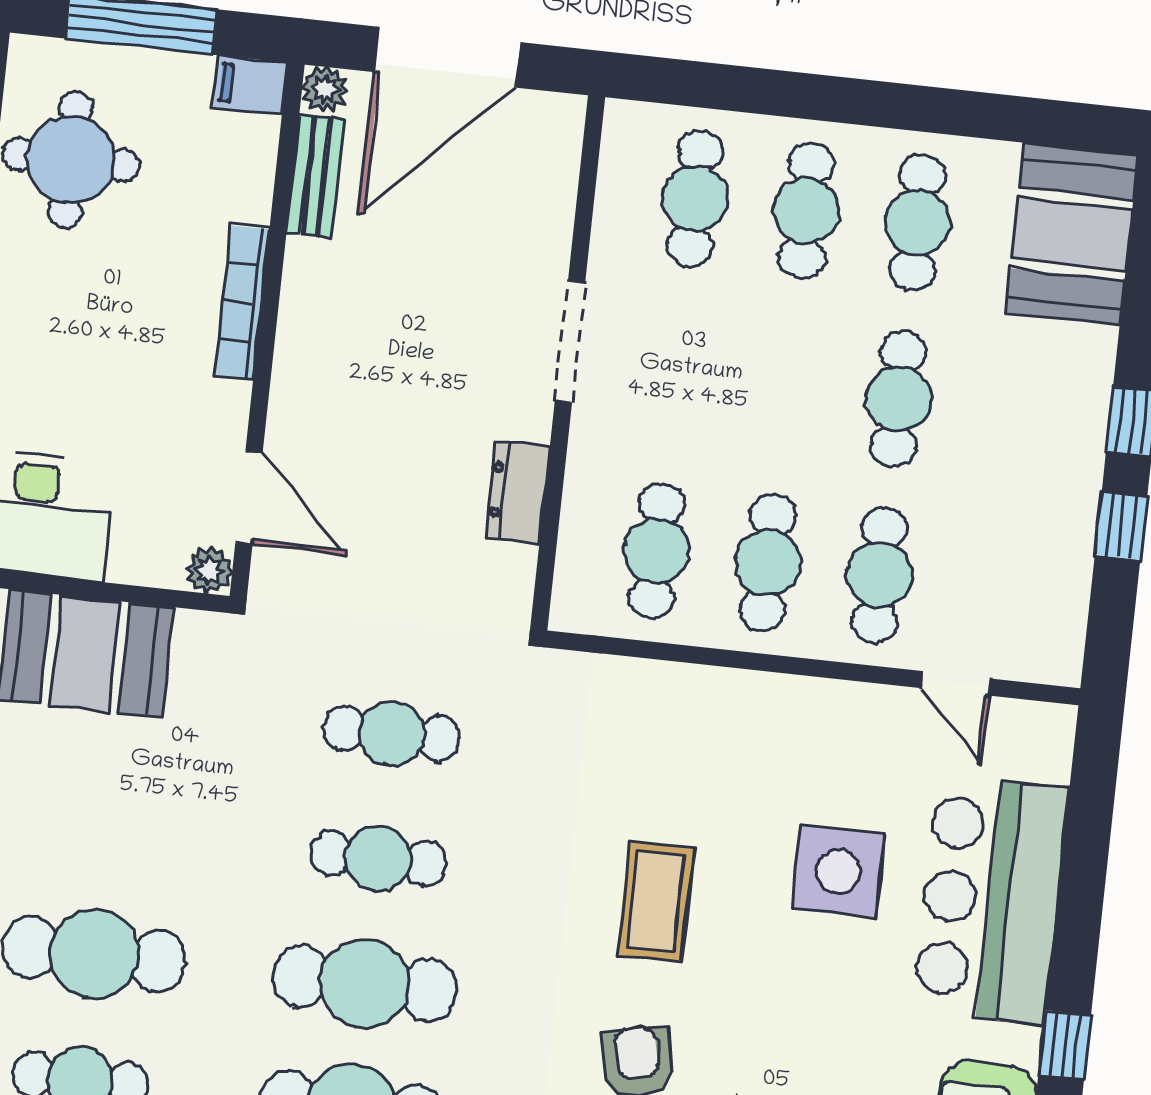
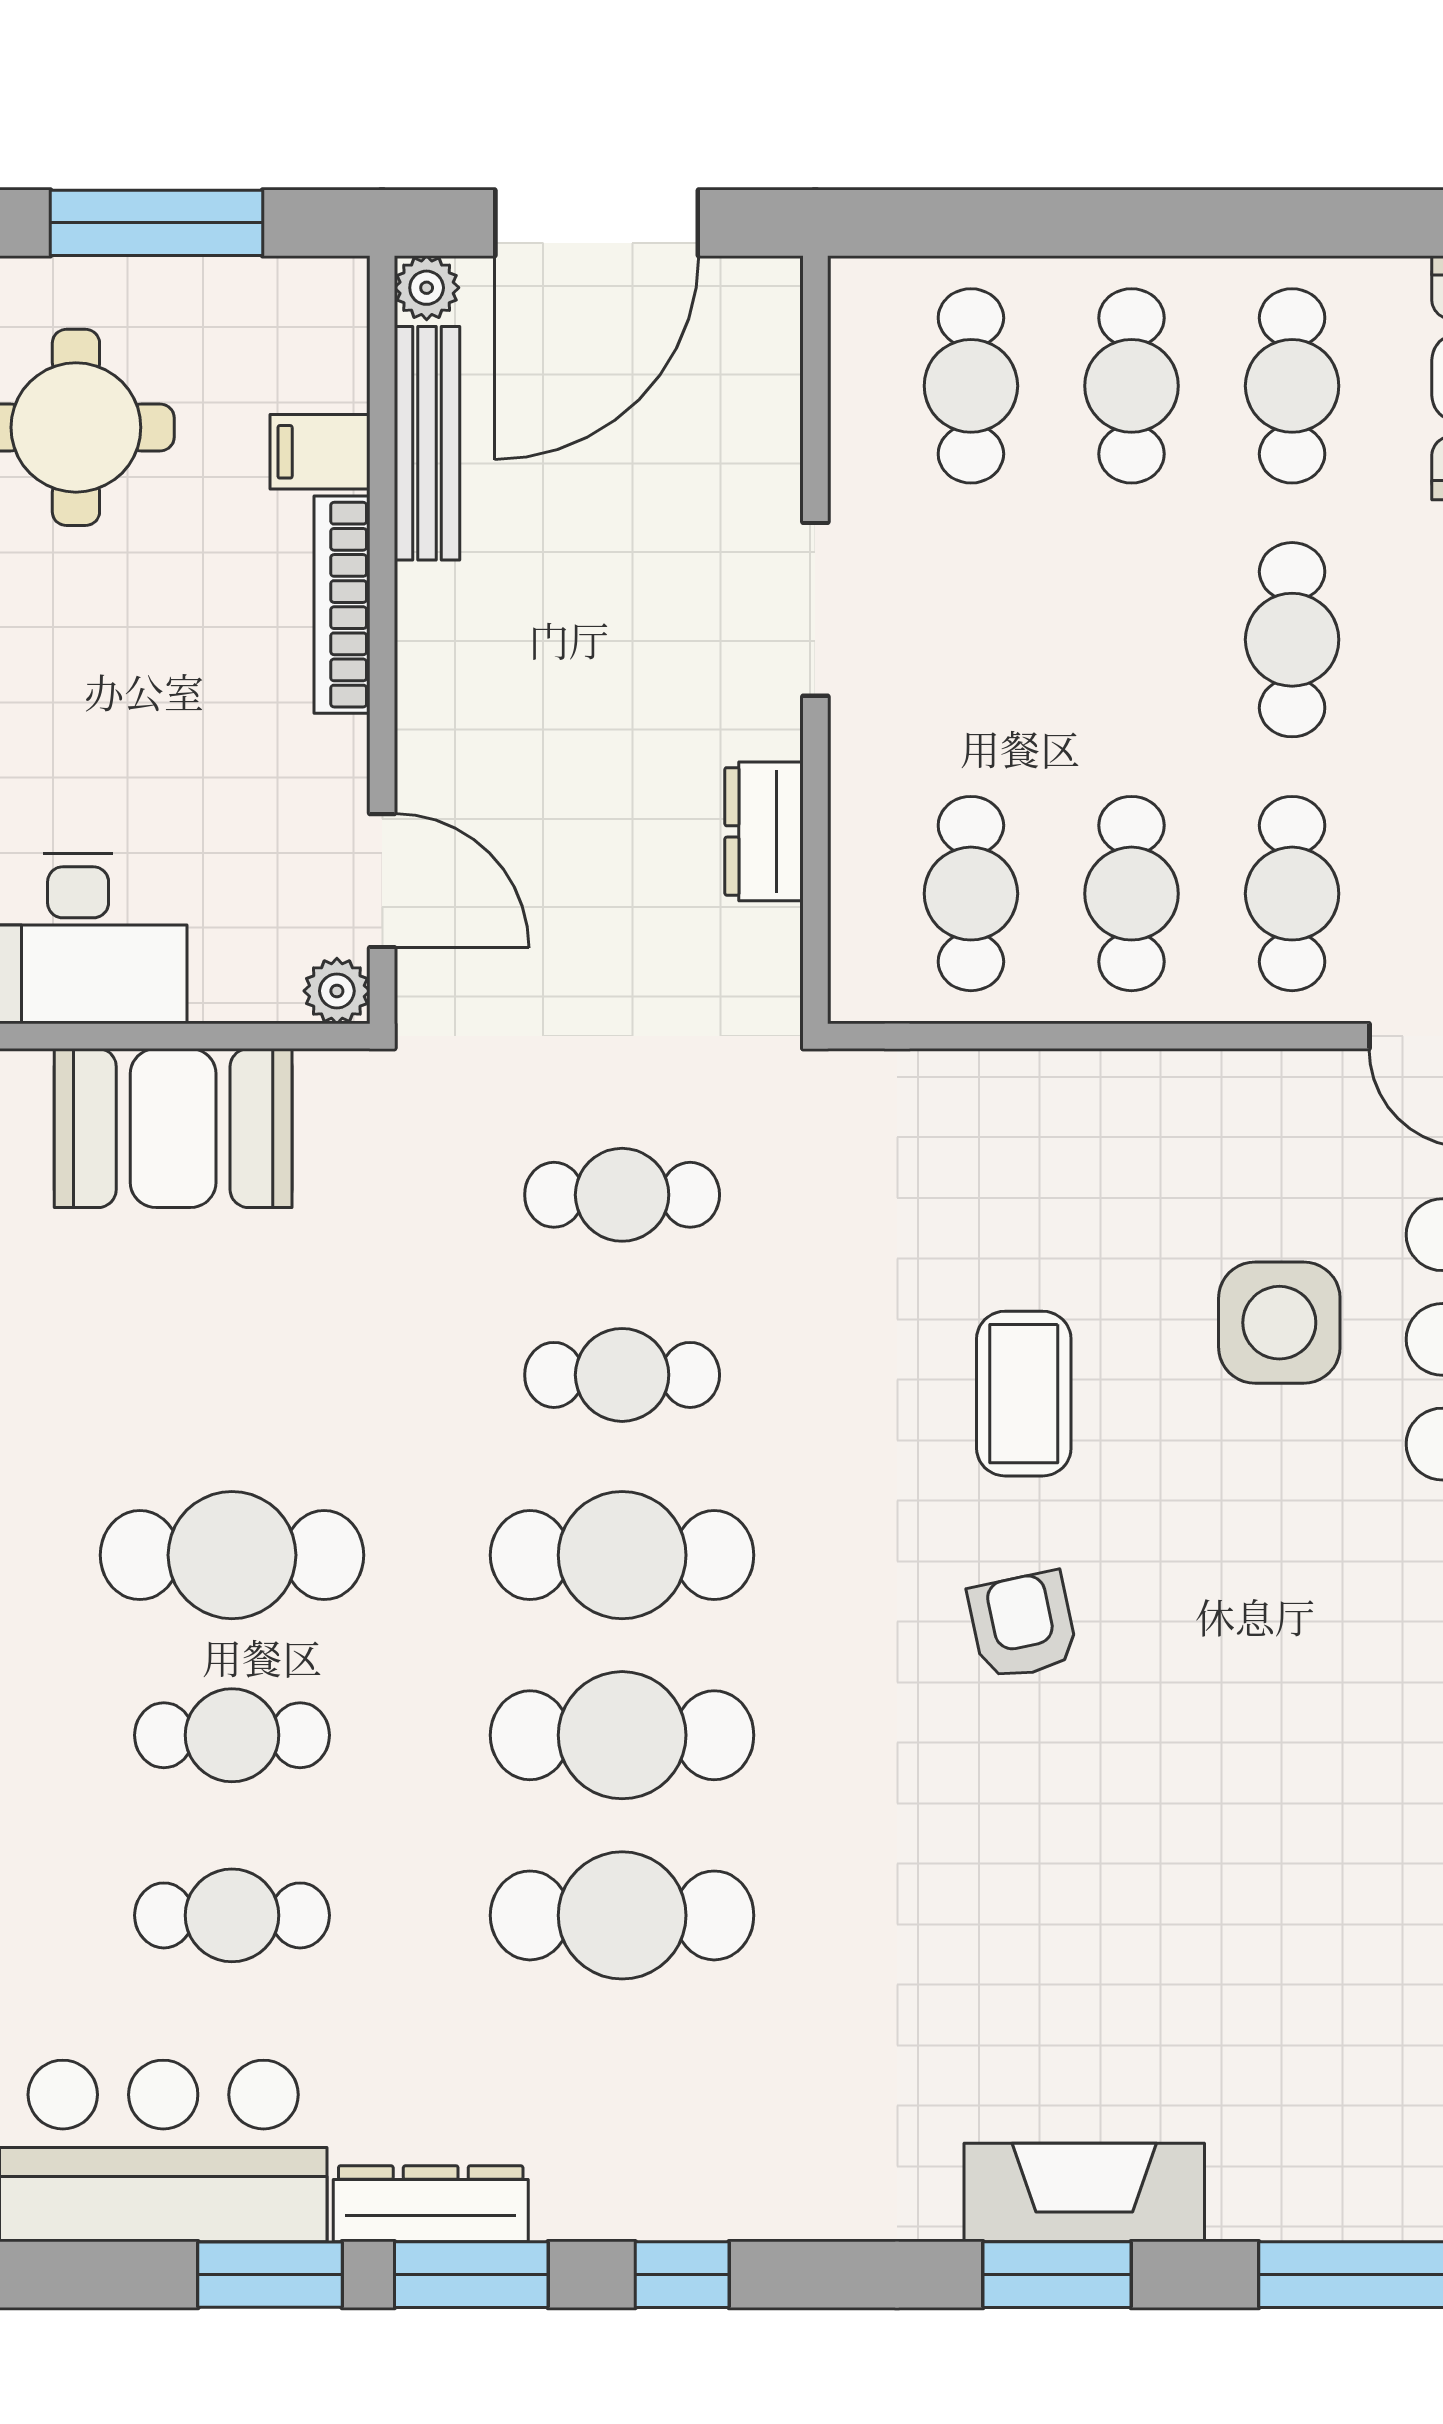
filing cabinet: (250, 85) -> (320, 452), moved
bench: (315, 176) -> (427, 443), width x1.36

